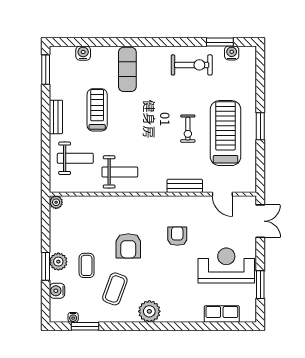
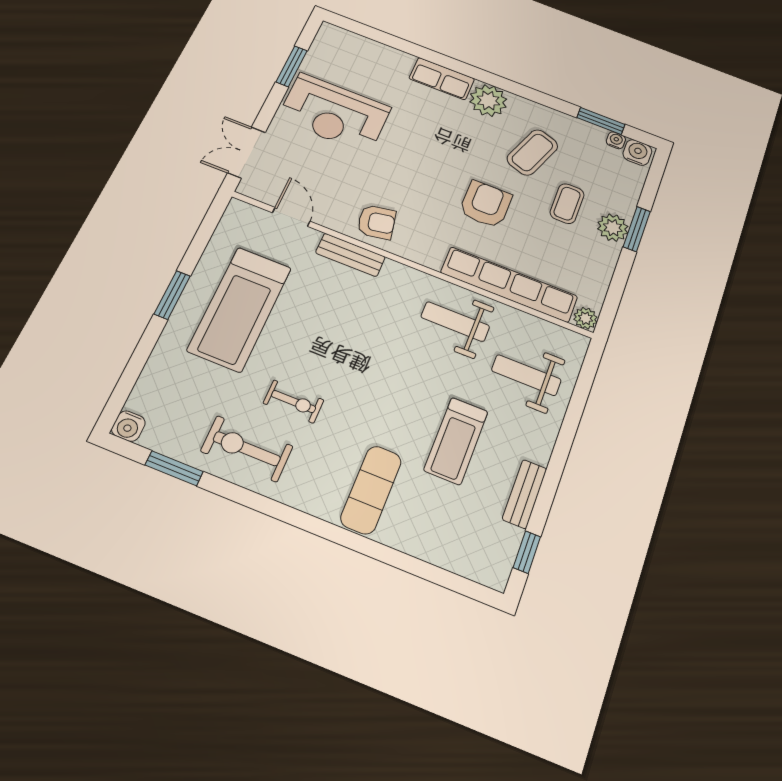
water cooler: (83, 53) -> (444, 554), removed
water cooler: (232, 53) -> (128, 426), moved
window: (46, 70) -> (527, 552), width x0.67
bench: (56, 117) -> (525, 494), moved
exercise bike: (188, 129) -> (294, 402), moved, turned 90
row of seats: (100, 204) -> (509, 285), added
armchair: (177, 236) -> (377, 222), moved, turned -101
water cooler: (57, 291) -> (637, 152), moved, turned -90
row of seats: (222, 314) -> (442, 79), moved

